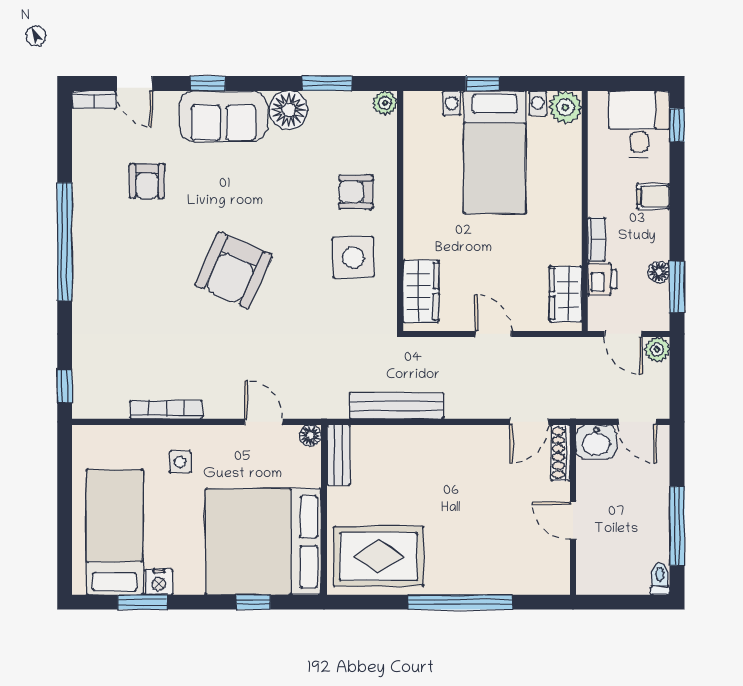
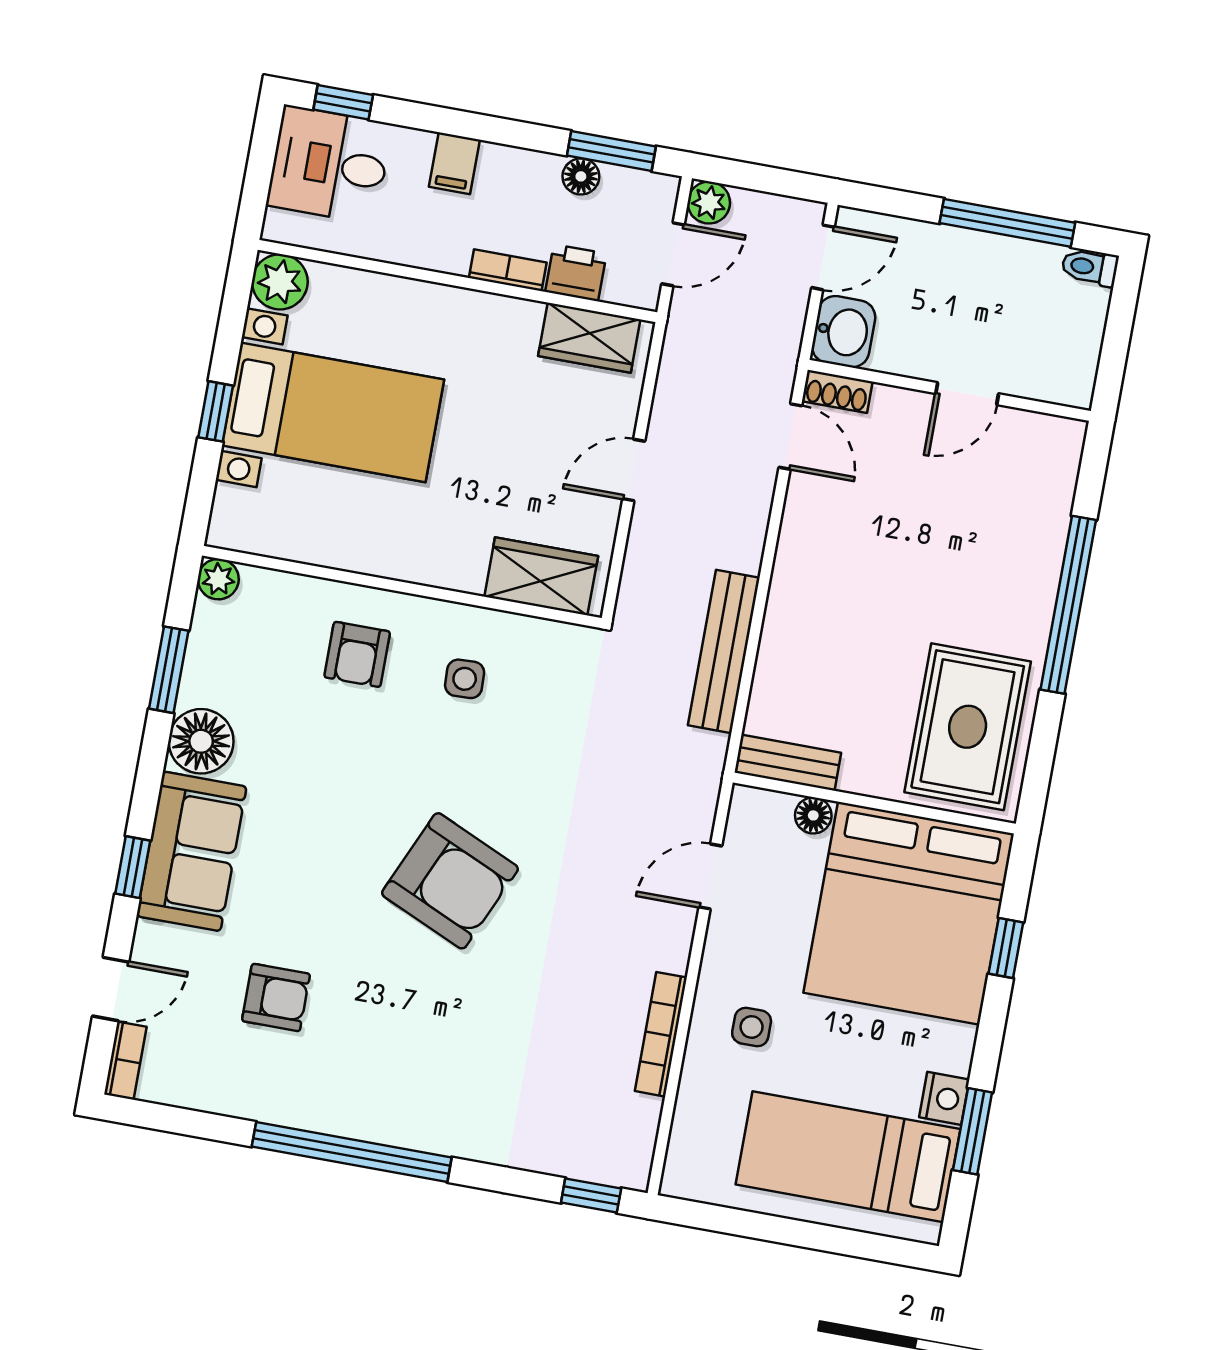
side table: (353, 257) -> (465, 679), width x0.54, depth x0.54
floor lamp: (310, 436) -> (813, 815), moved
shoe rack: (561, 453) -> (837, 391), width x0.70

